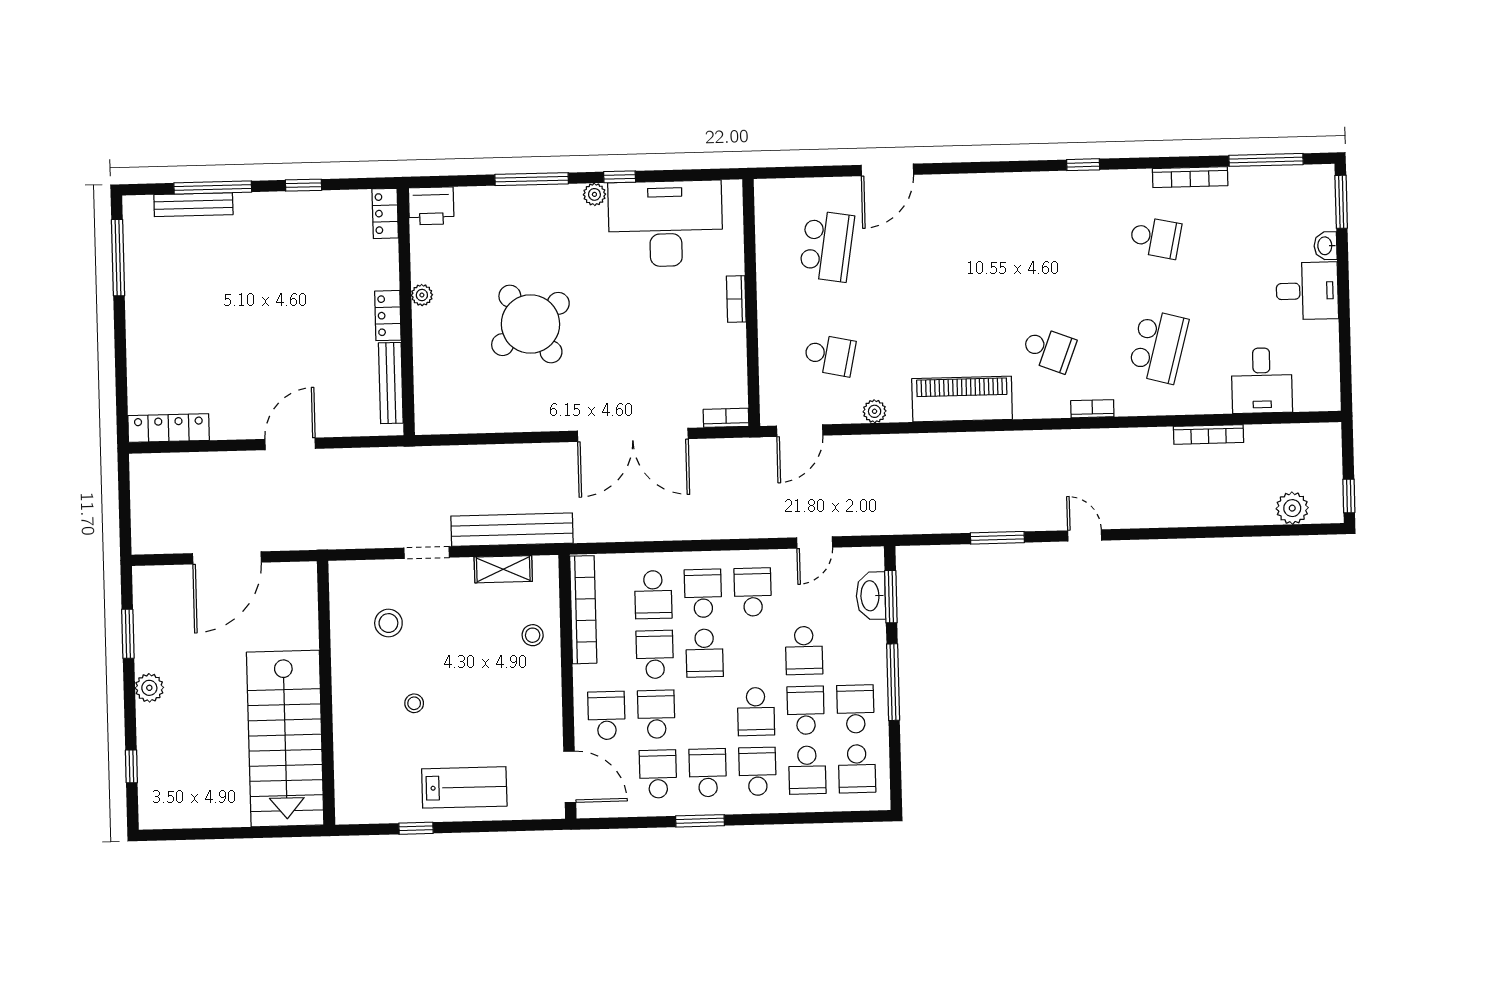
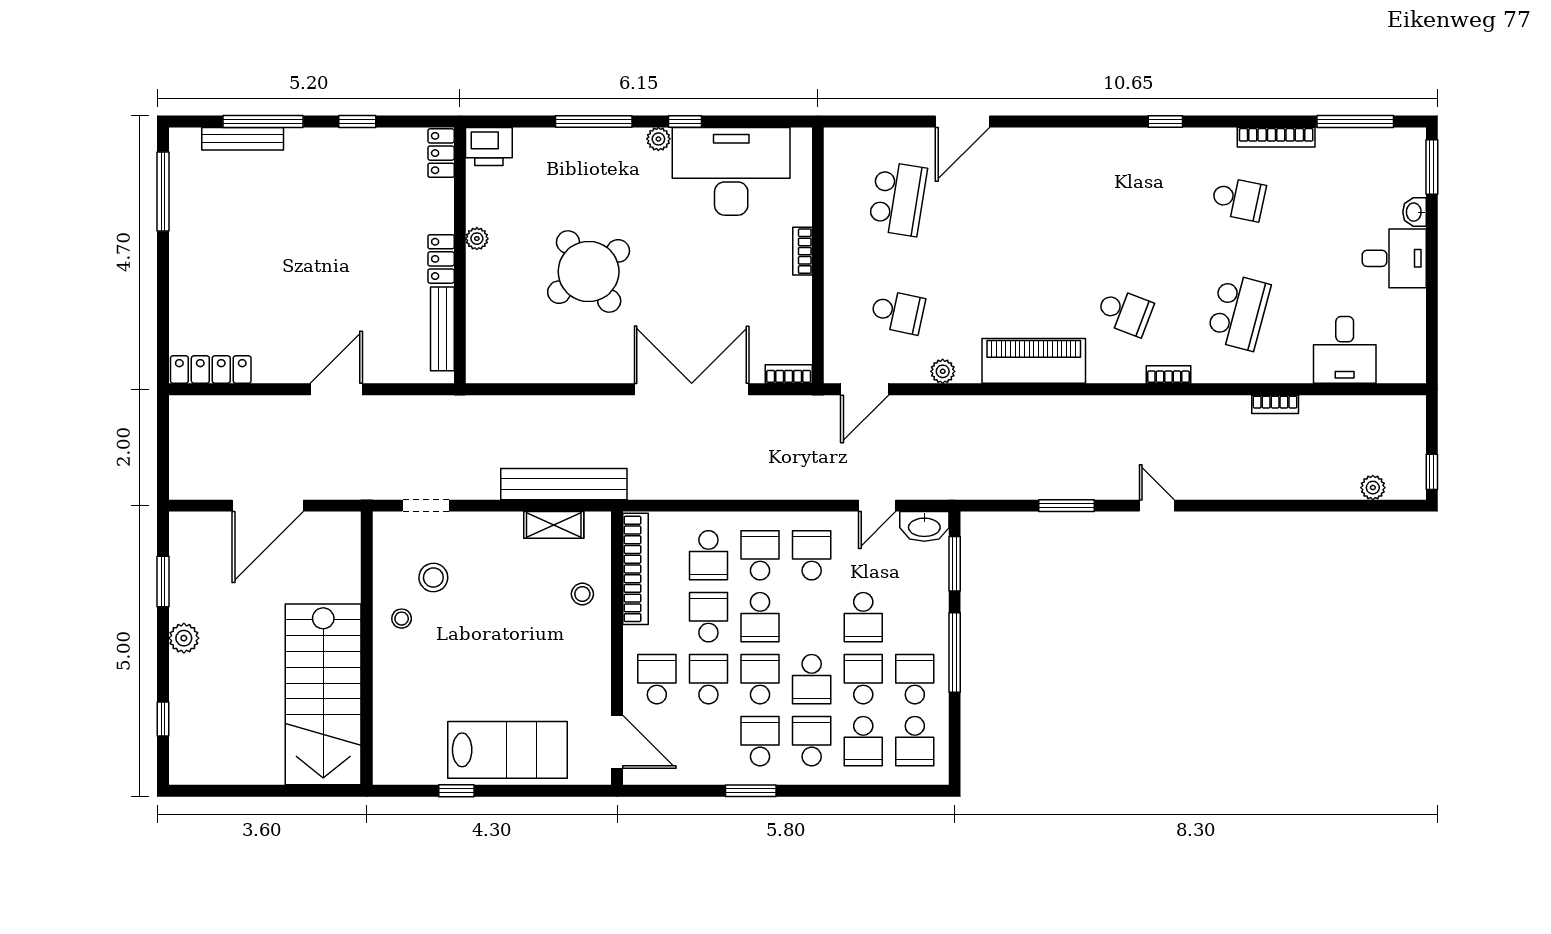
bookcase: (1209, 434) -> (1275, 404), width x0.64
double door: (633, 435) -> (692, 389), swing flipped
plant: (1292, 508) -> (1373, 488), width x0.73, depth x0.73
doorway: (427, 553) -> (426, 506), moved
washbasin: (871, 596) -> (924, 526), moved, turned -90
stool: (414, 703) -> (402, 619), moved
school desk: (658, 774) -> (760, 679), moved
lab bench: (464, 787) -> (507, 750), width x1.36, depth x1.39

